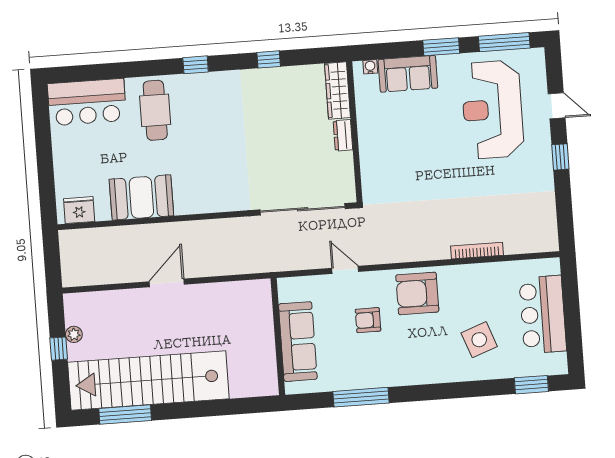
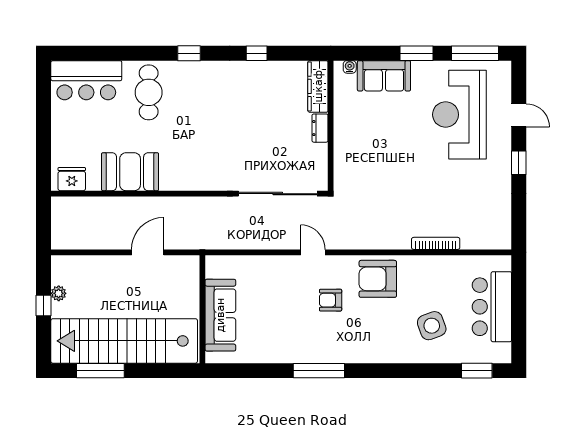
wall: (278, 337) -> (202, 309), moved
sofa: (298, 342) -> (220, 315), moved

